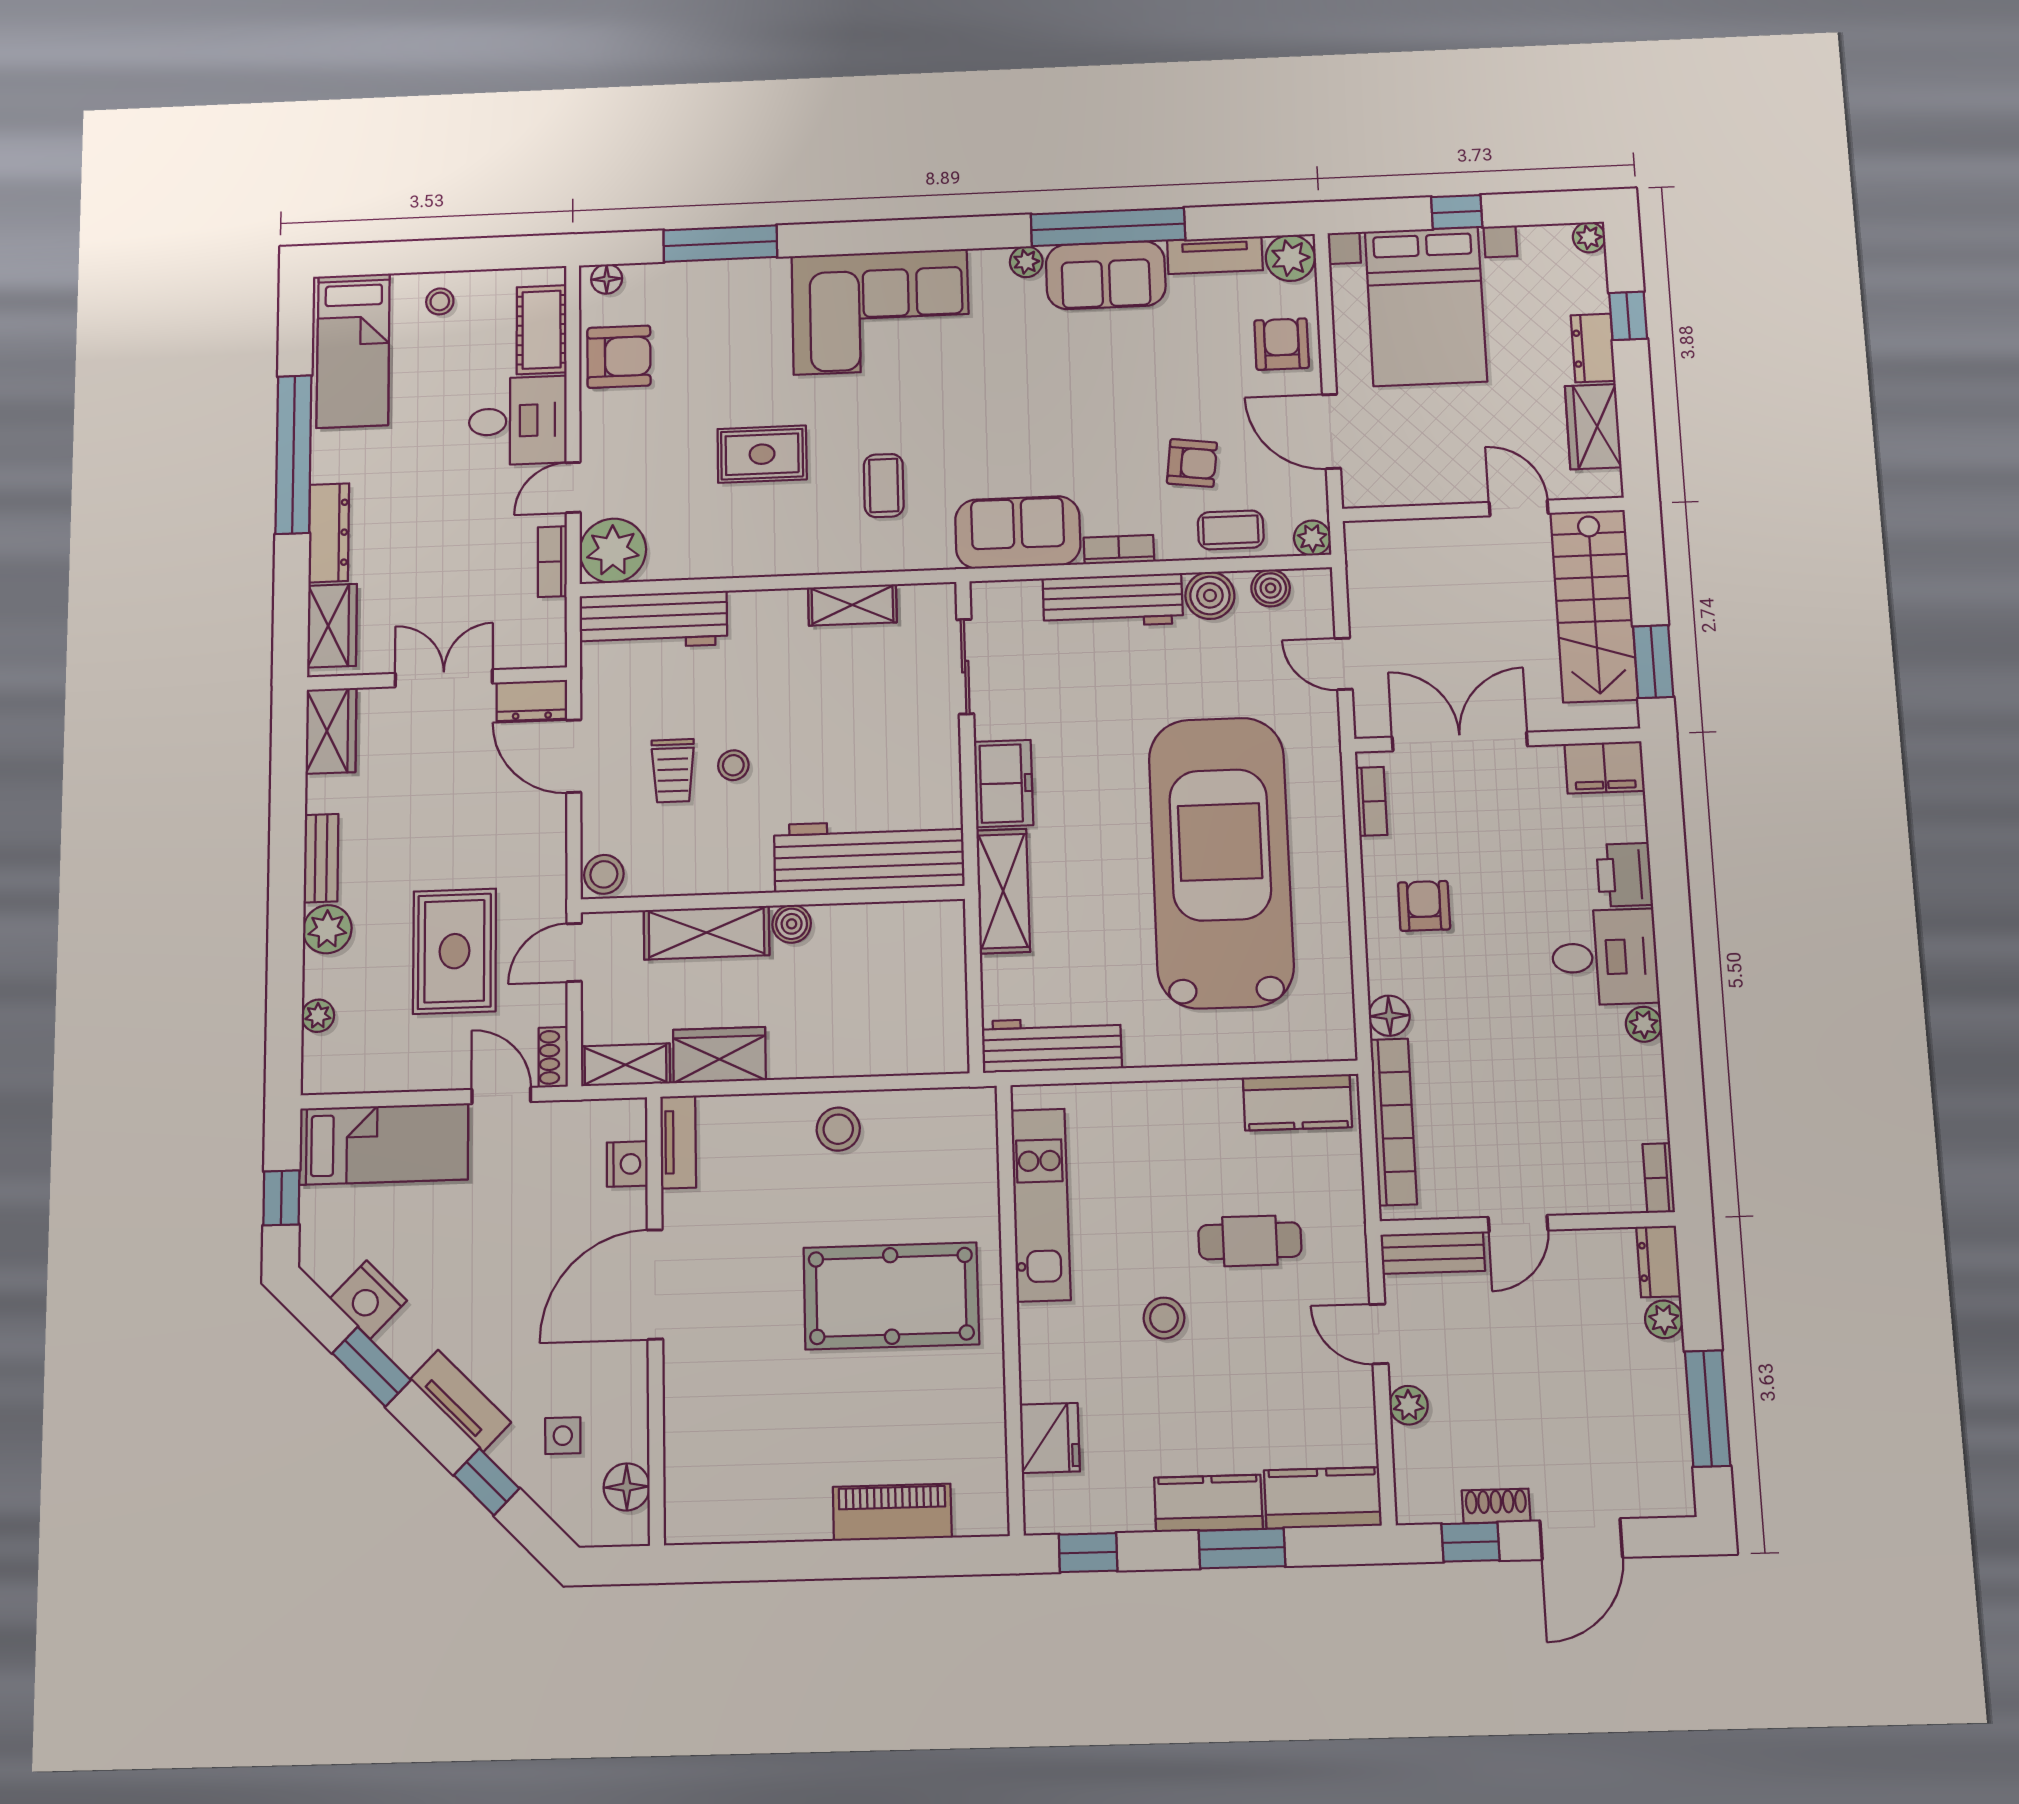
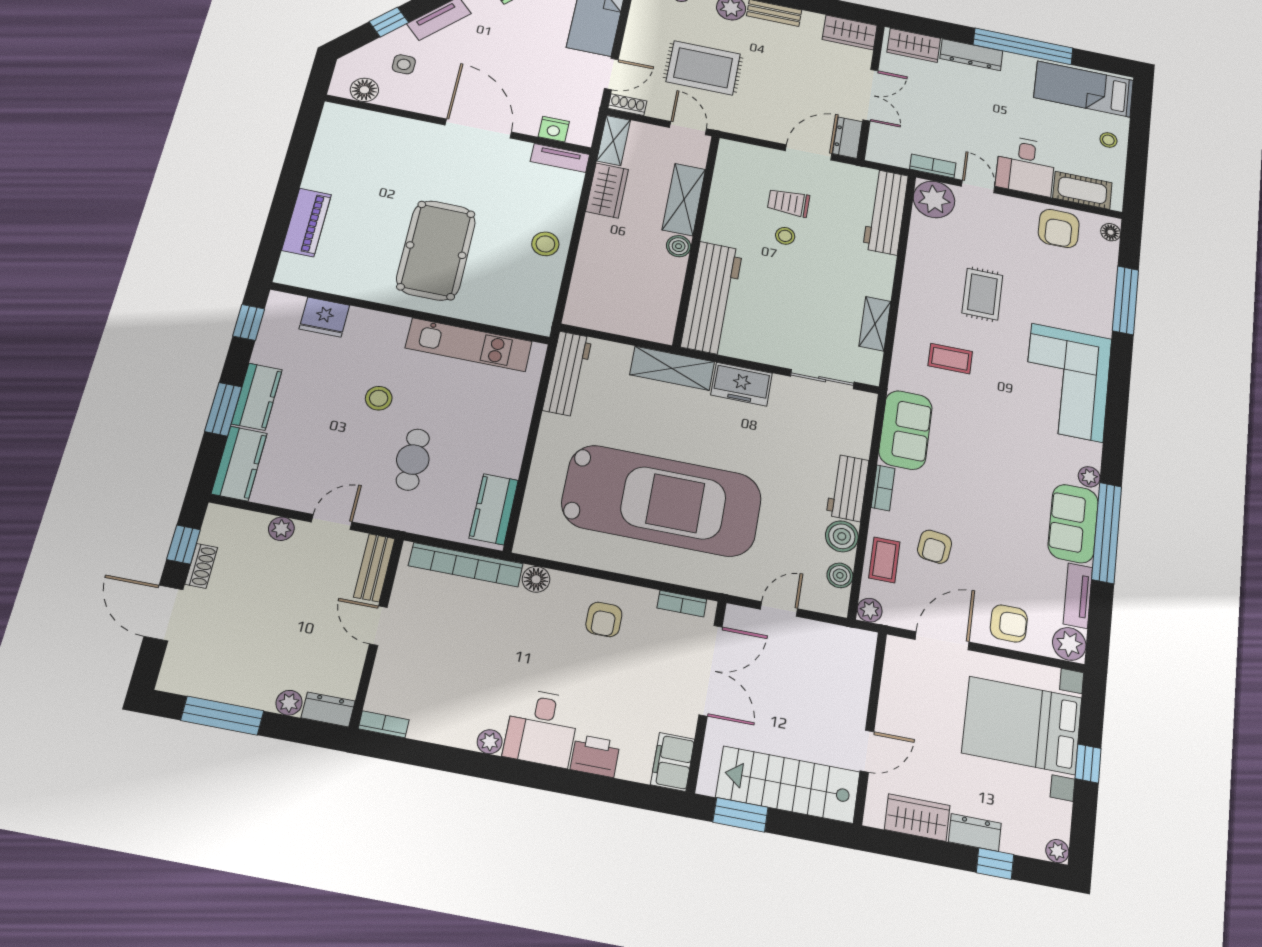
workbench: (1113, 601) -> (848, 488), width x0.73
stool: (604, 874) -> (732, 153), removed
armchair: (1424, 906) -> (604, 619), turned 90

